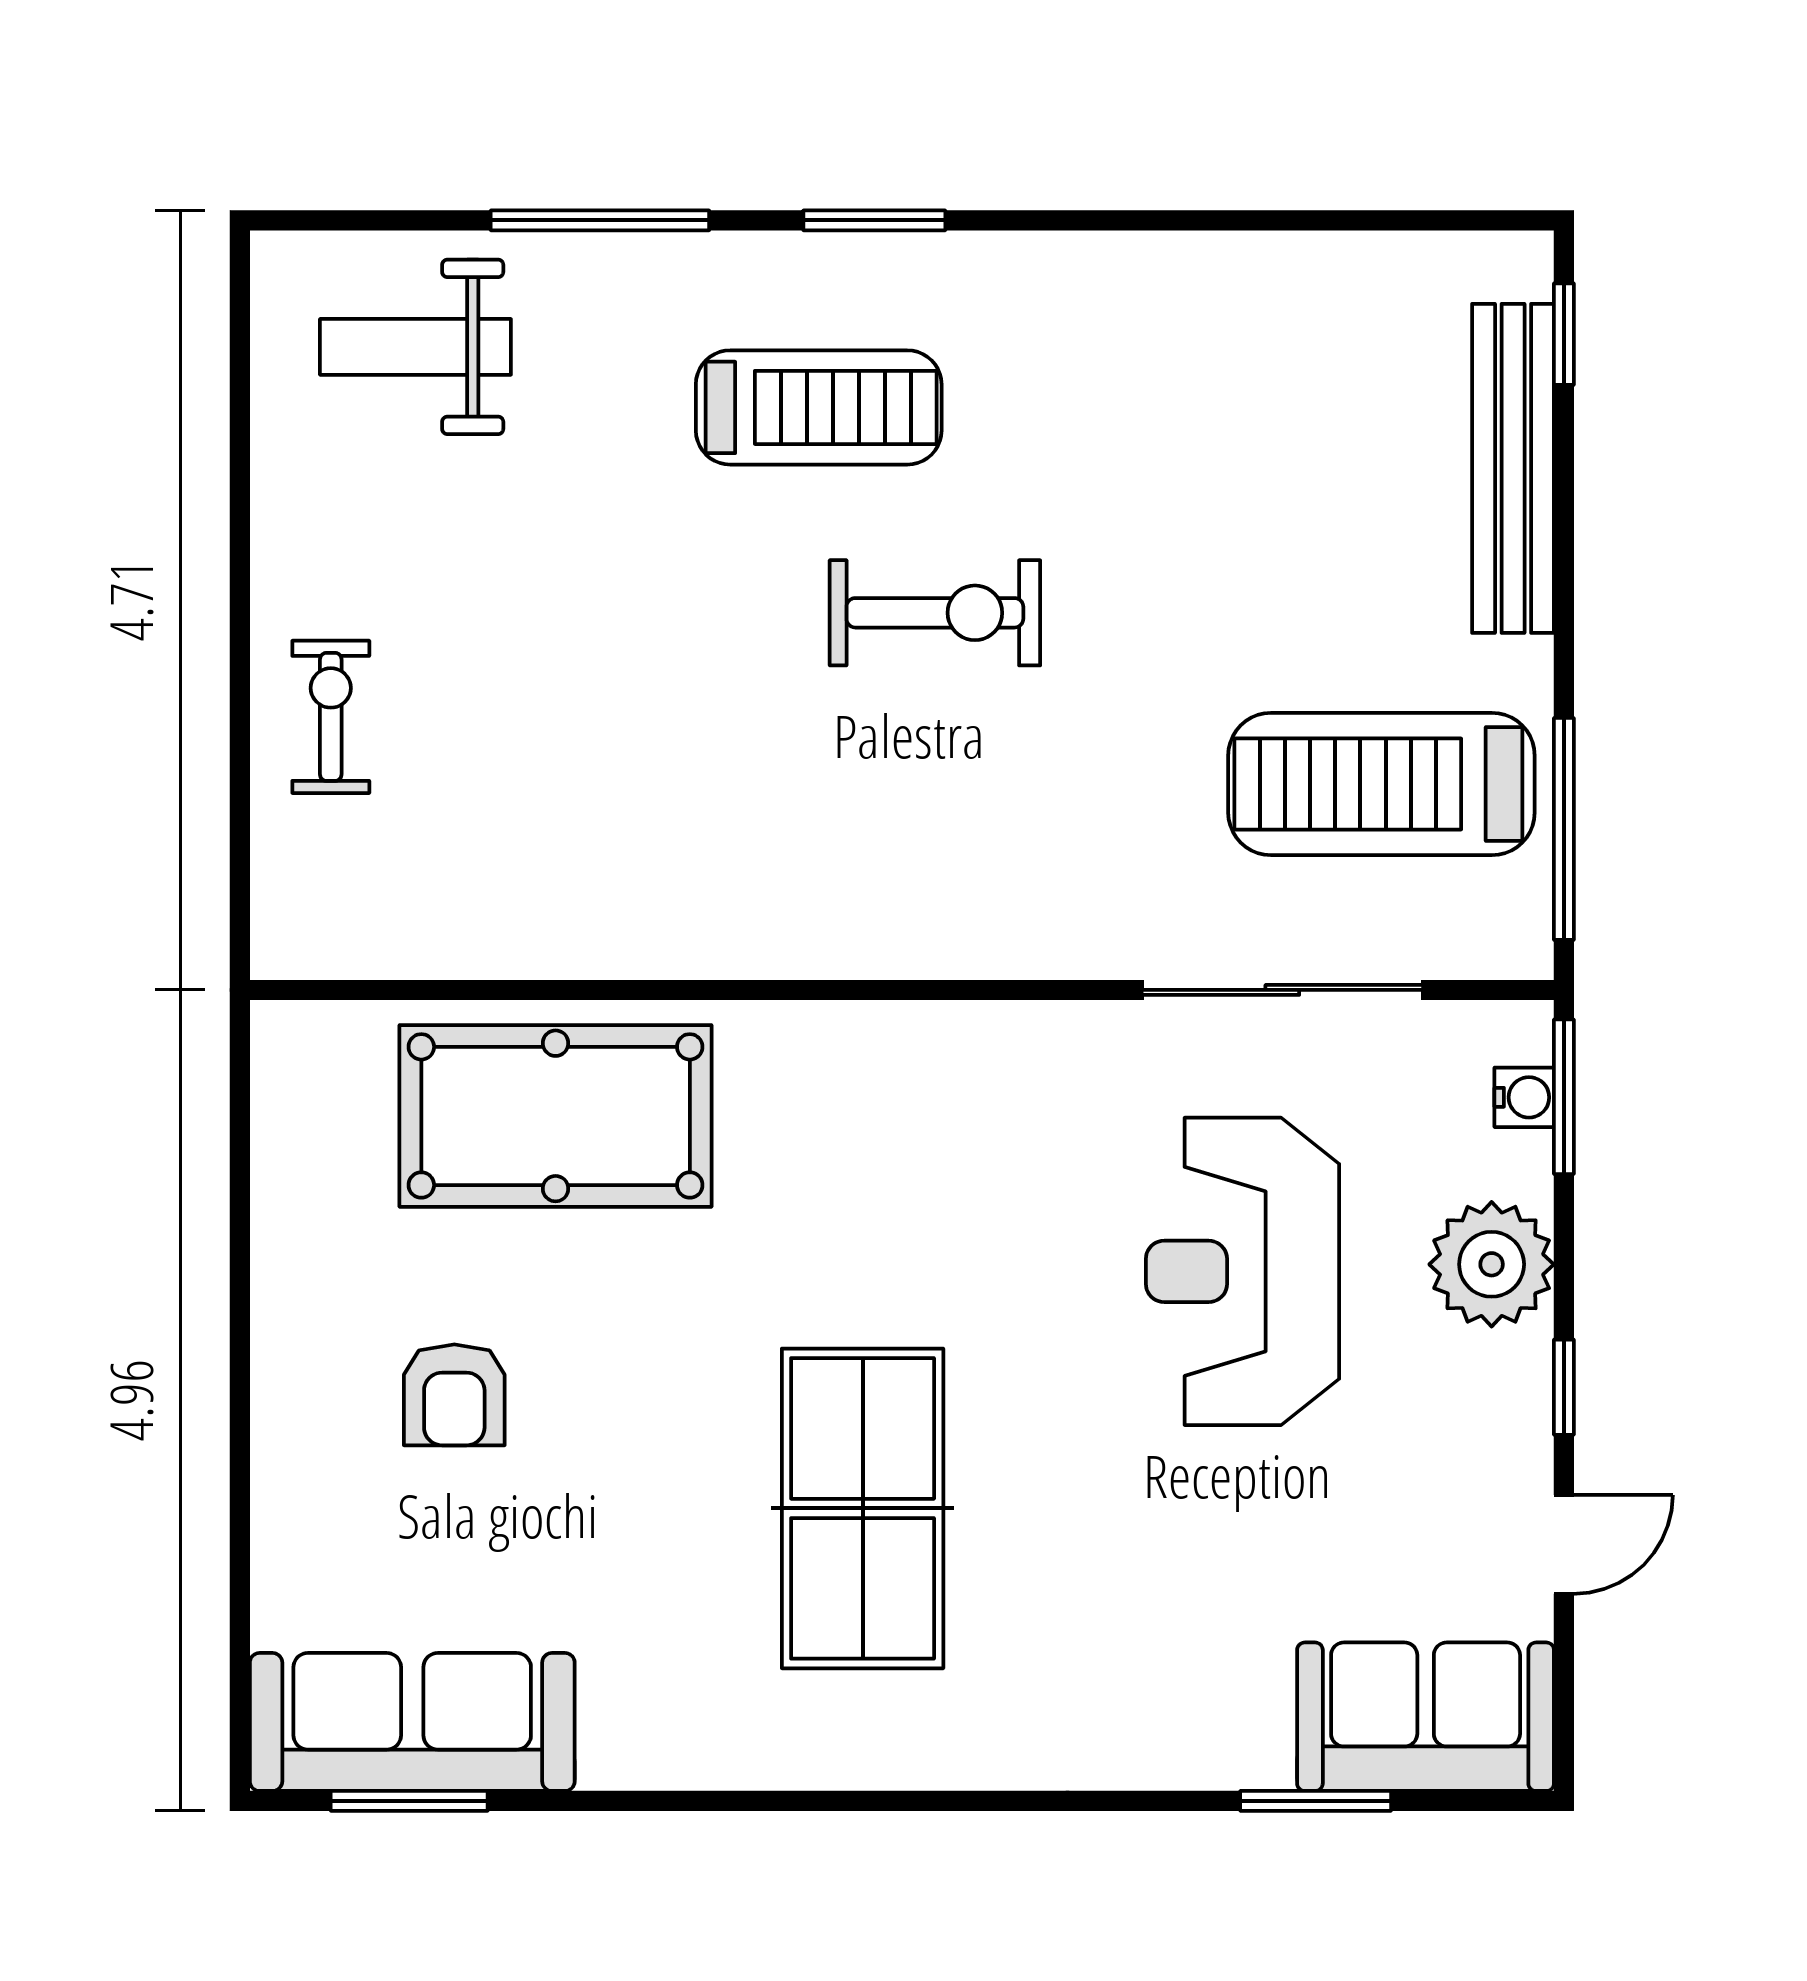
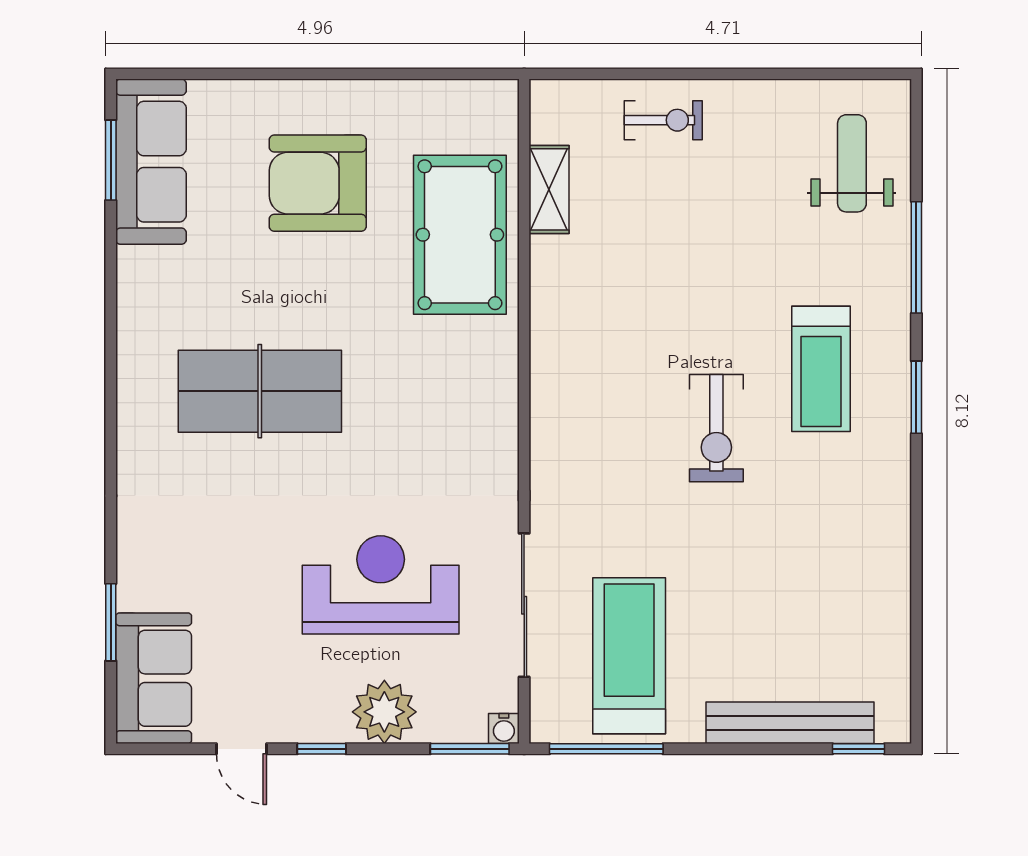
shelving: (467, 941) -> (549, 189), added
water cooler: (1524, 1097) -> (504, 729), moved
armchair: (454, 1395) -> (318, 183), width x1.88, depth x1.88

